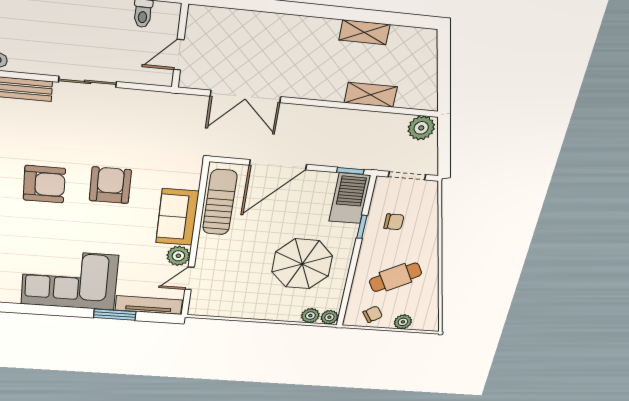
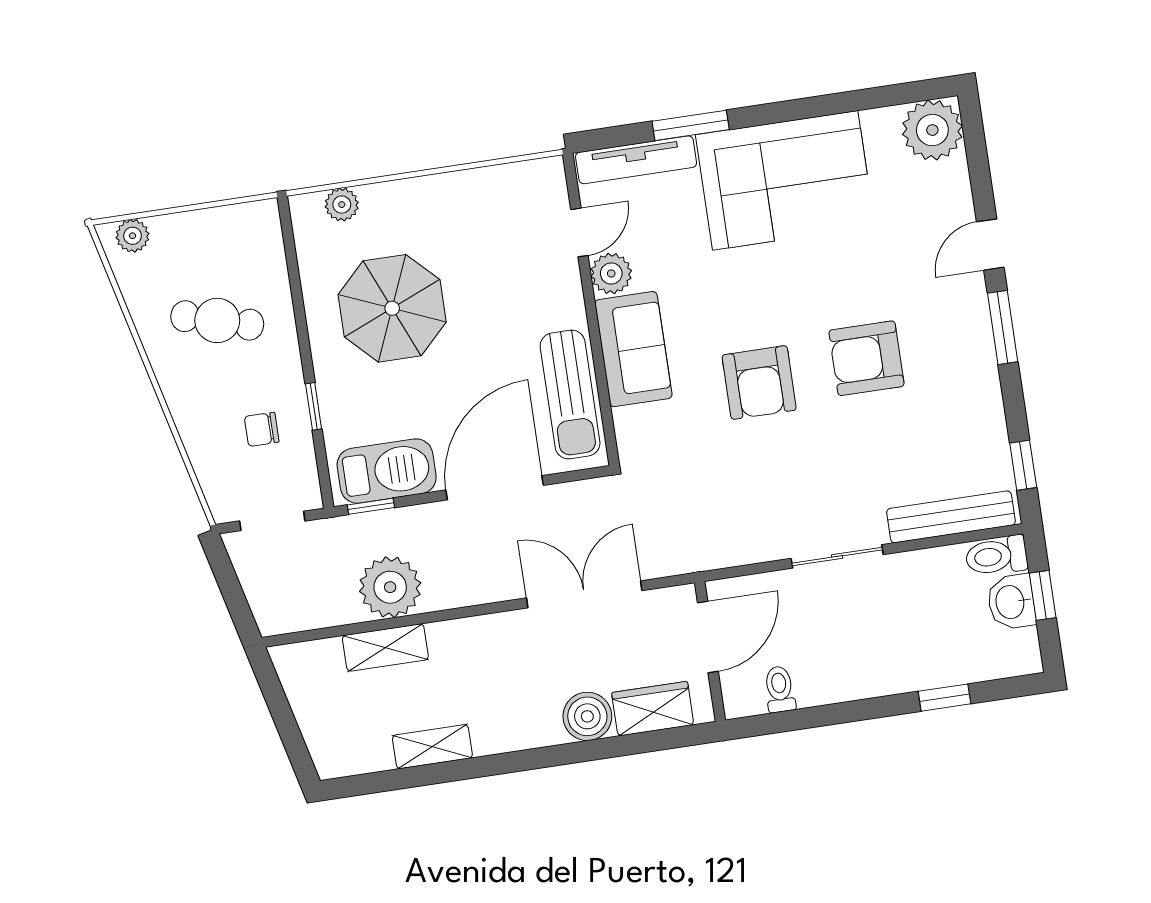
wardrobe: (225, 21) -> (653, 709), added
boiler: (266, 27) -> (587, 716), added
door: (179, 55) -> (708, 637), width x1.38
plant: (421, 128) -> (390, 587), moved, width x1.36, depth x1.36
barbecue: (350, 198) -> (387, 471), moved, turned -90
cafe table: (395, 277) -> (217, 320), turned 45
chair: (373, 314) -> (230, 234), removed
plant: (329, 317) -> (306, 209), removed
plant: (403, 322) -> (133, 236), moved

